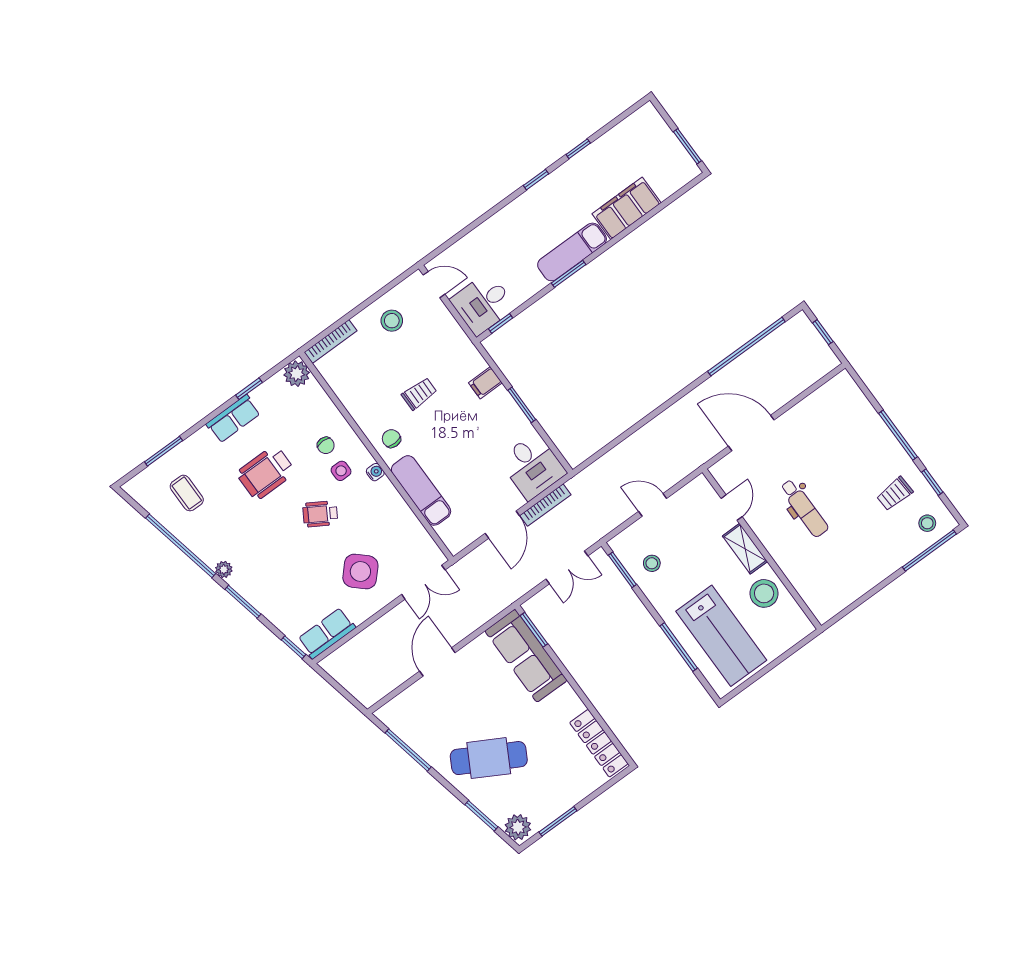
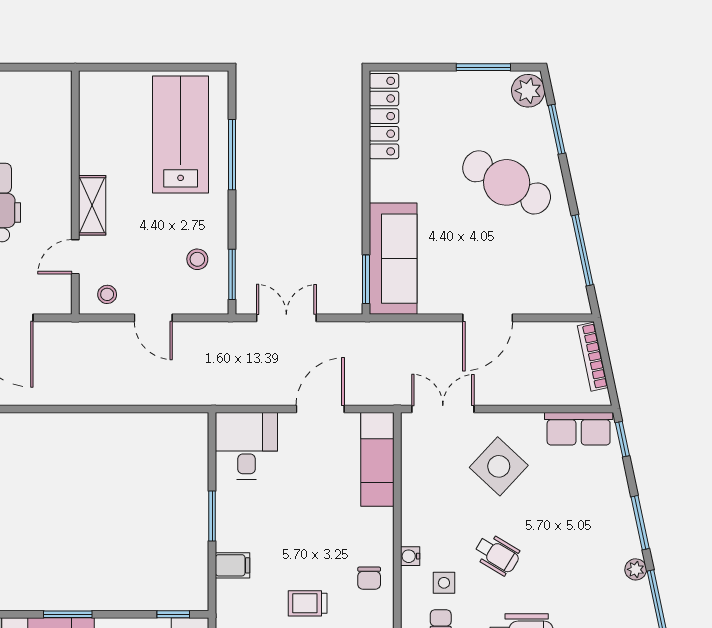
exam couch: (421, 490) -> (377, 459), moved
bookcase: (545, 505) -> (593, 357), moved, turned -102
stool: (764, 593) -> (107, 294), moved, width x0.53, depth x0.53

